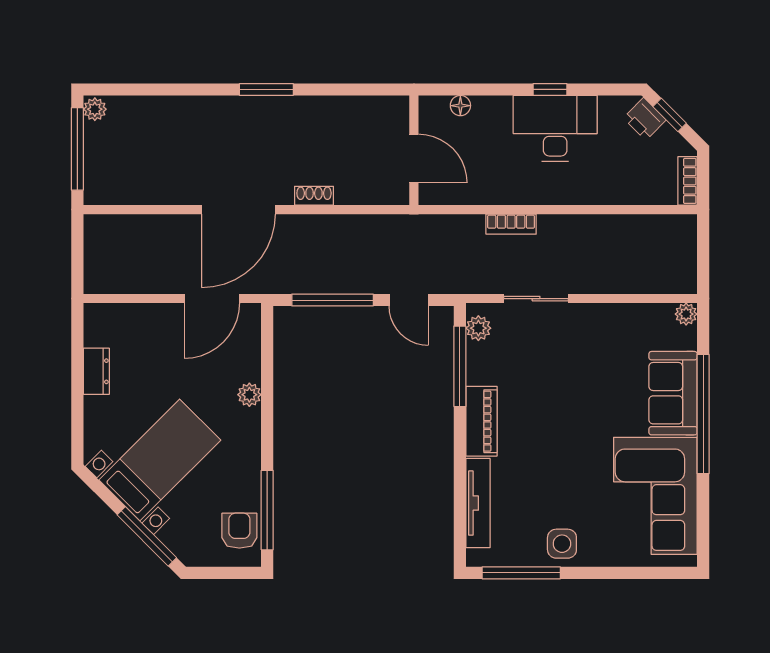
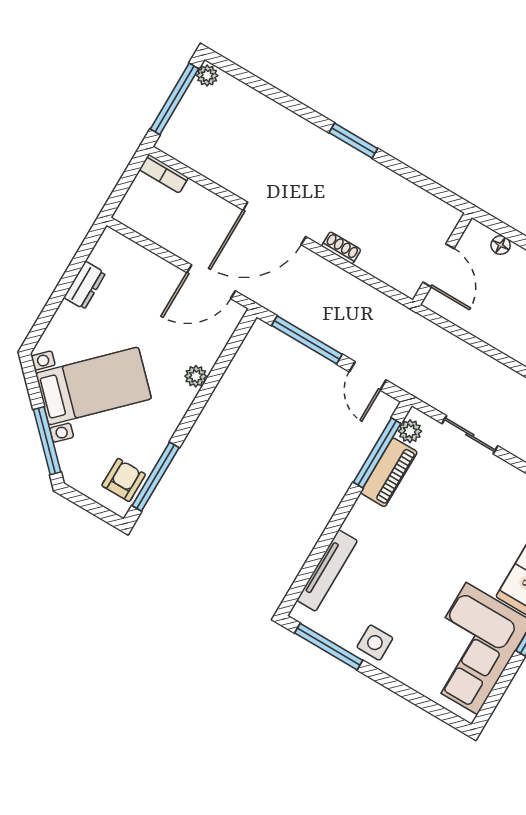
bookcase: (511, 224) -> (164, 174), moved
piano: (481, 421) -> (389, 472), moved

